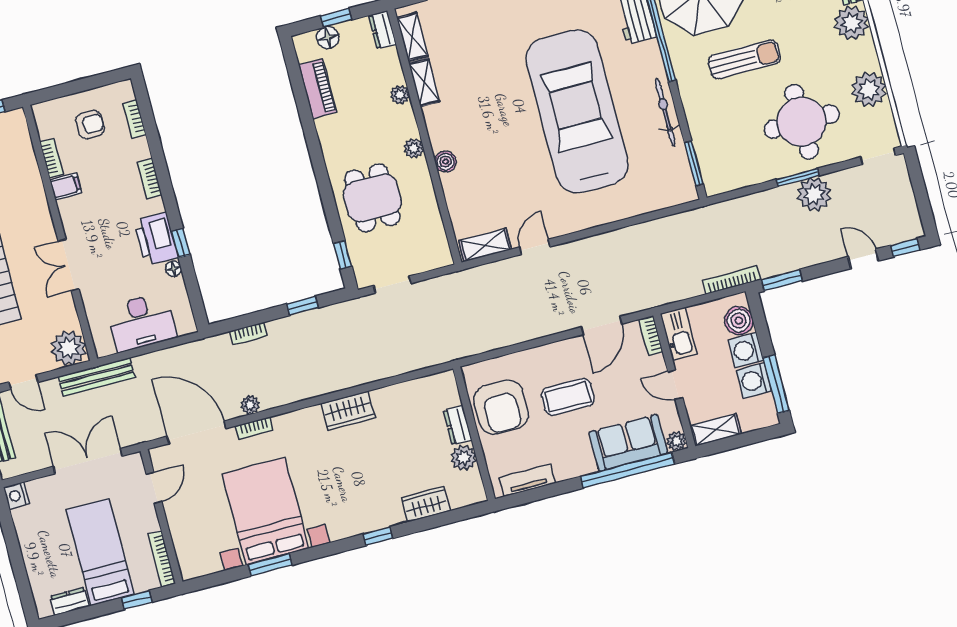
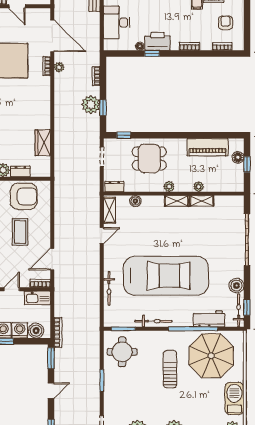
dresser: (382, 30) -> (114, 187), moved
shelving: (412, 37) -> (177, 201), moved
sun lounger: (745, 59) -> (170, 369), turned 180
piano: (318, 89) -> (208, 147), width x1.37, depth x1.33
round table: (802, 122) -> (122, 352), moved, width x0.73, depth x0.73
armchair: (90, 124) -> (226, 23), turned 180
boiler: (446, 162) -> (135, 201), moved
plant: (814, 194) -> (91, 105), moved
bicycle: (627, 208) -> (109, 288), added
door: (535, 247) -> (102, 236), hinge flipped
door: (863, 259) -> (51, 391), moved
door: (602, 325) -> (52, 259), hinge flipped
armchair: (501, 407) -> (24, 196), turned 180
wardrobe: (348, 411) -> (43, 143), moved
door: (197, 432) -> (52, 36), hinge flipped
door: (154, 488) -> (17, 6), moved

